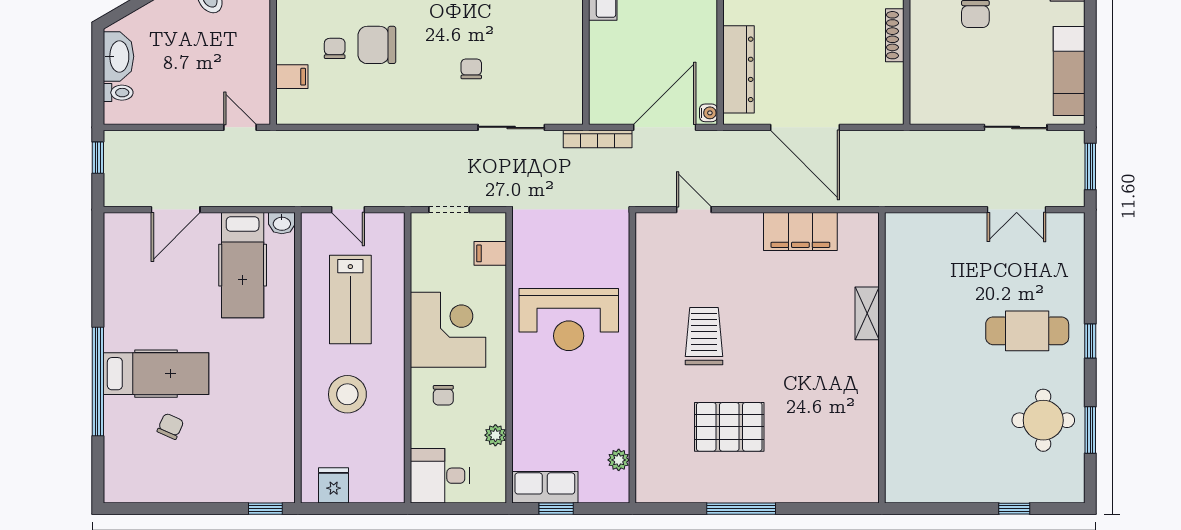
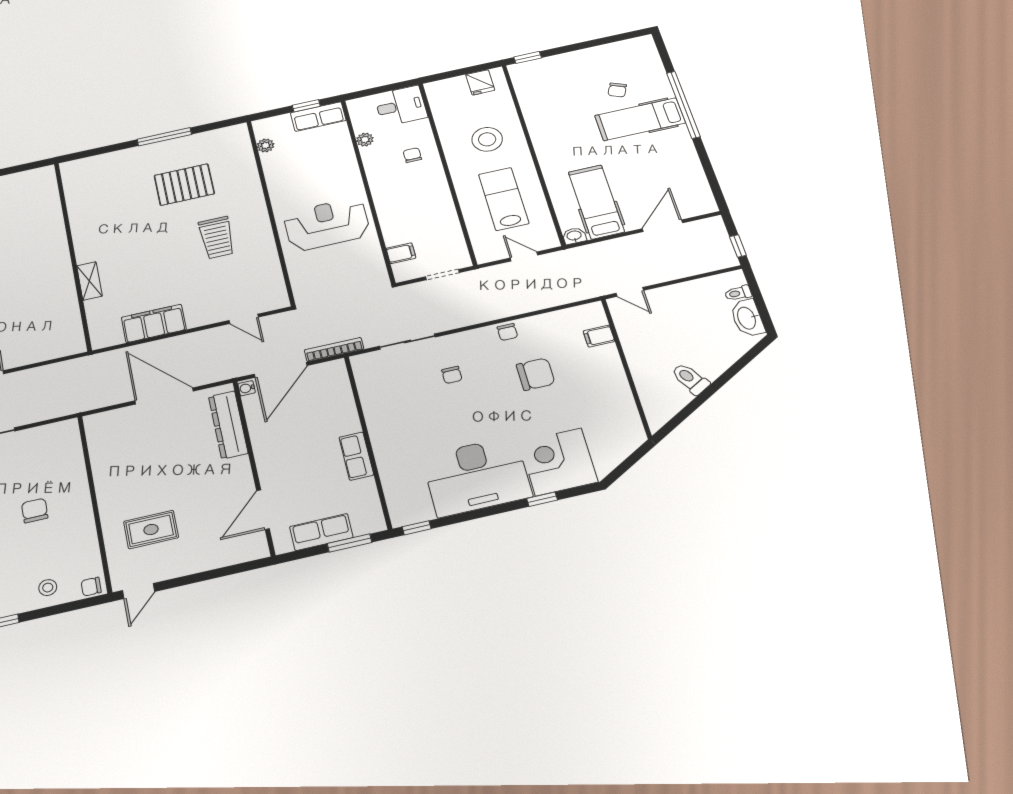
shoe rack: (895, 35) -> (101, 479), removed
chair: (335, 48) -> (507, 332), moved
corner desk: (448, 330) -> (421, 197), removed

